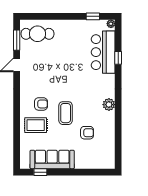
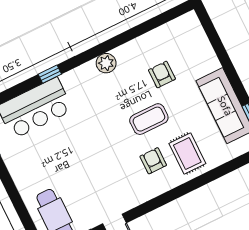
window: (118, 58) -> (50, 74), moved

